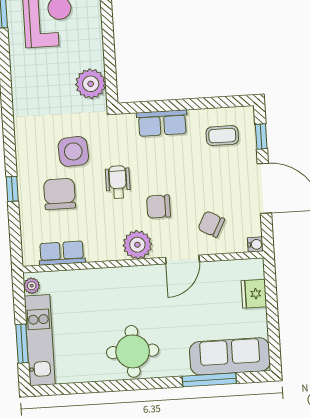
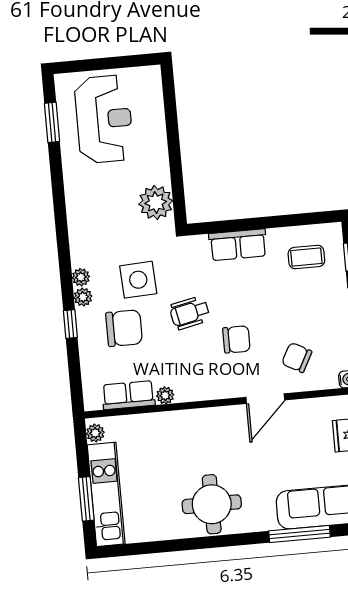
plant: (23, 148) -> (81, 277), added
plant: (24, 165) -> (83, 297), added
wheelchair: (118, 182) -> (190, 313), turned -102
chair: (60, 194) -> (124, 328), turned 90
chair: (158, 207) -> (236, 339), turned 180
plant: (137, 245) -> (165, 395), moved, width x0.53, depth x0.53

